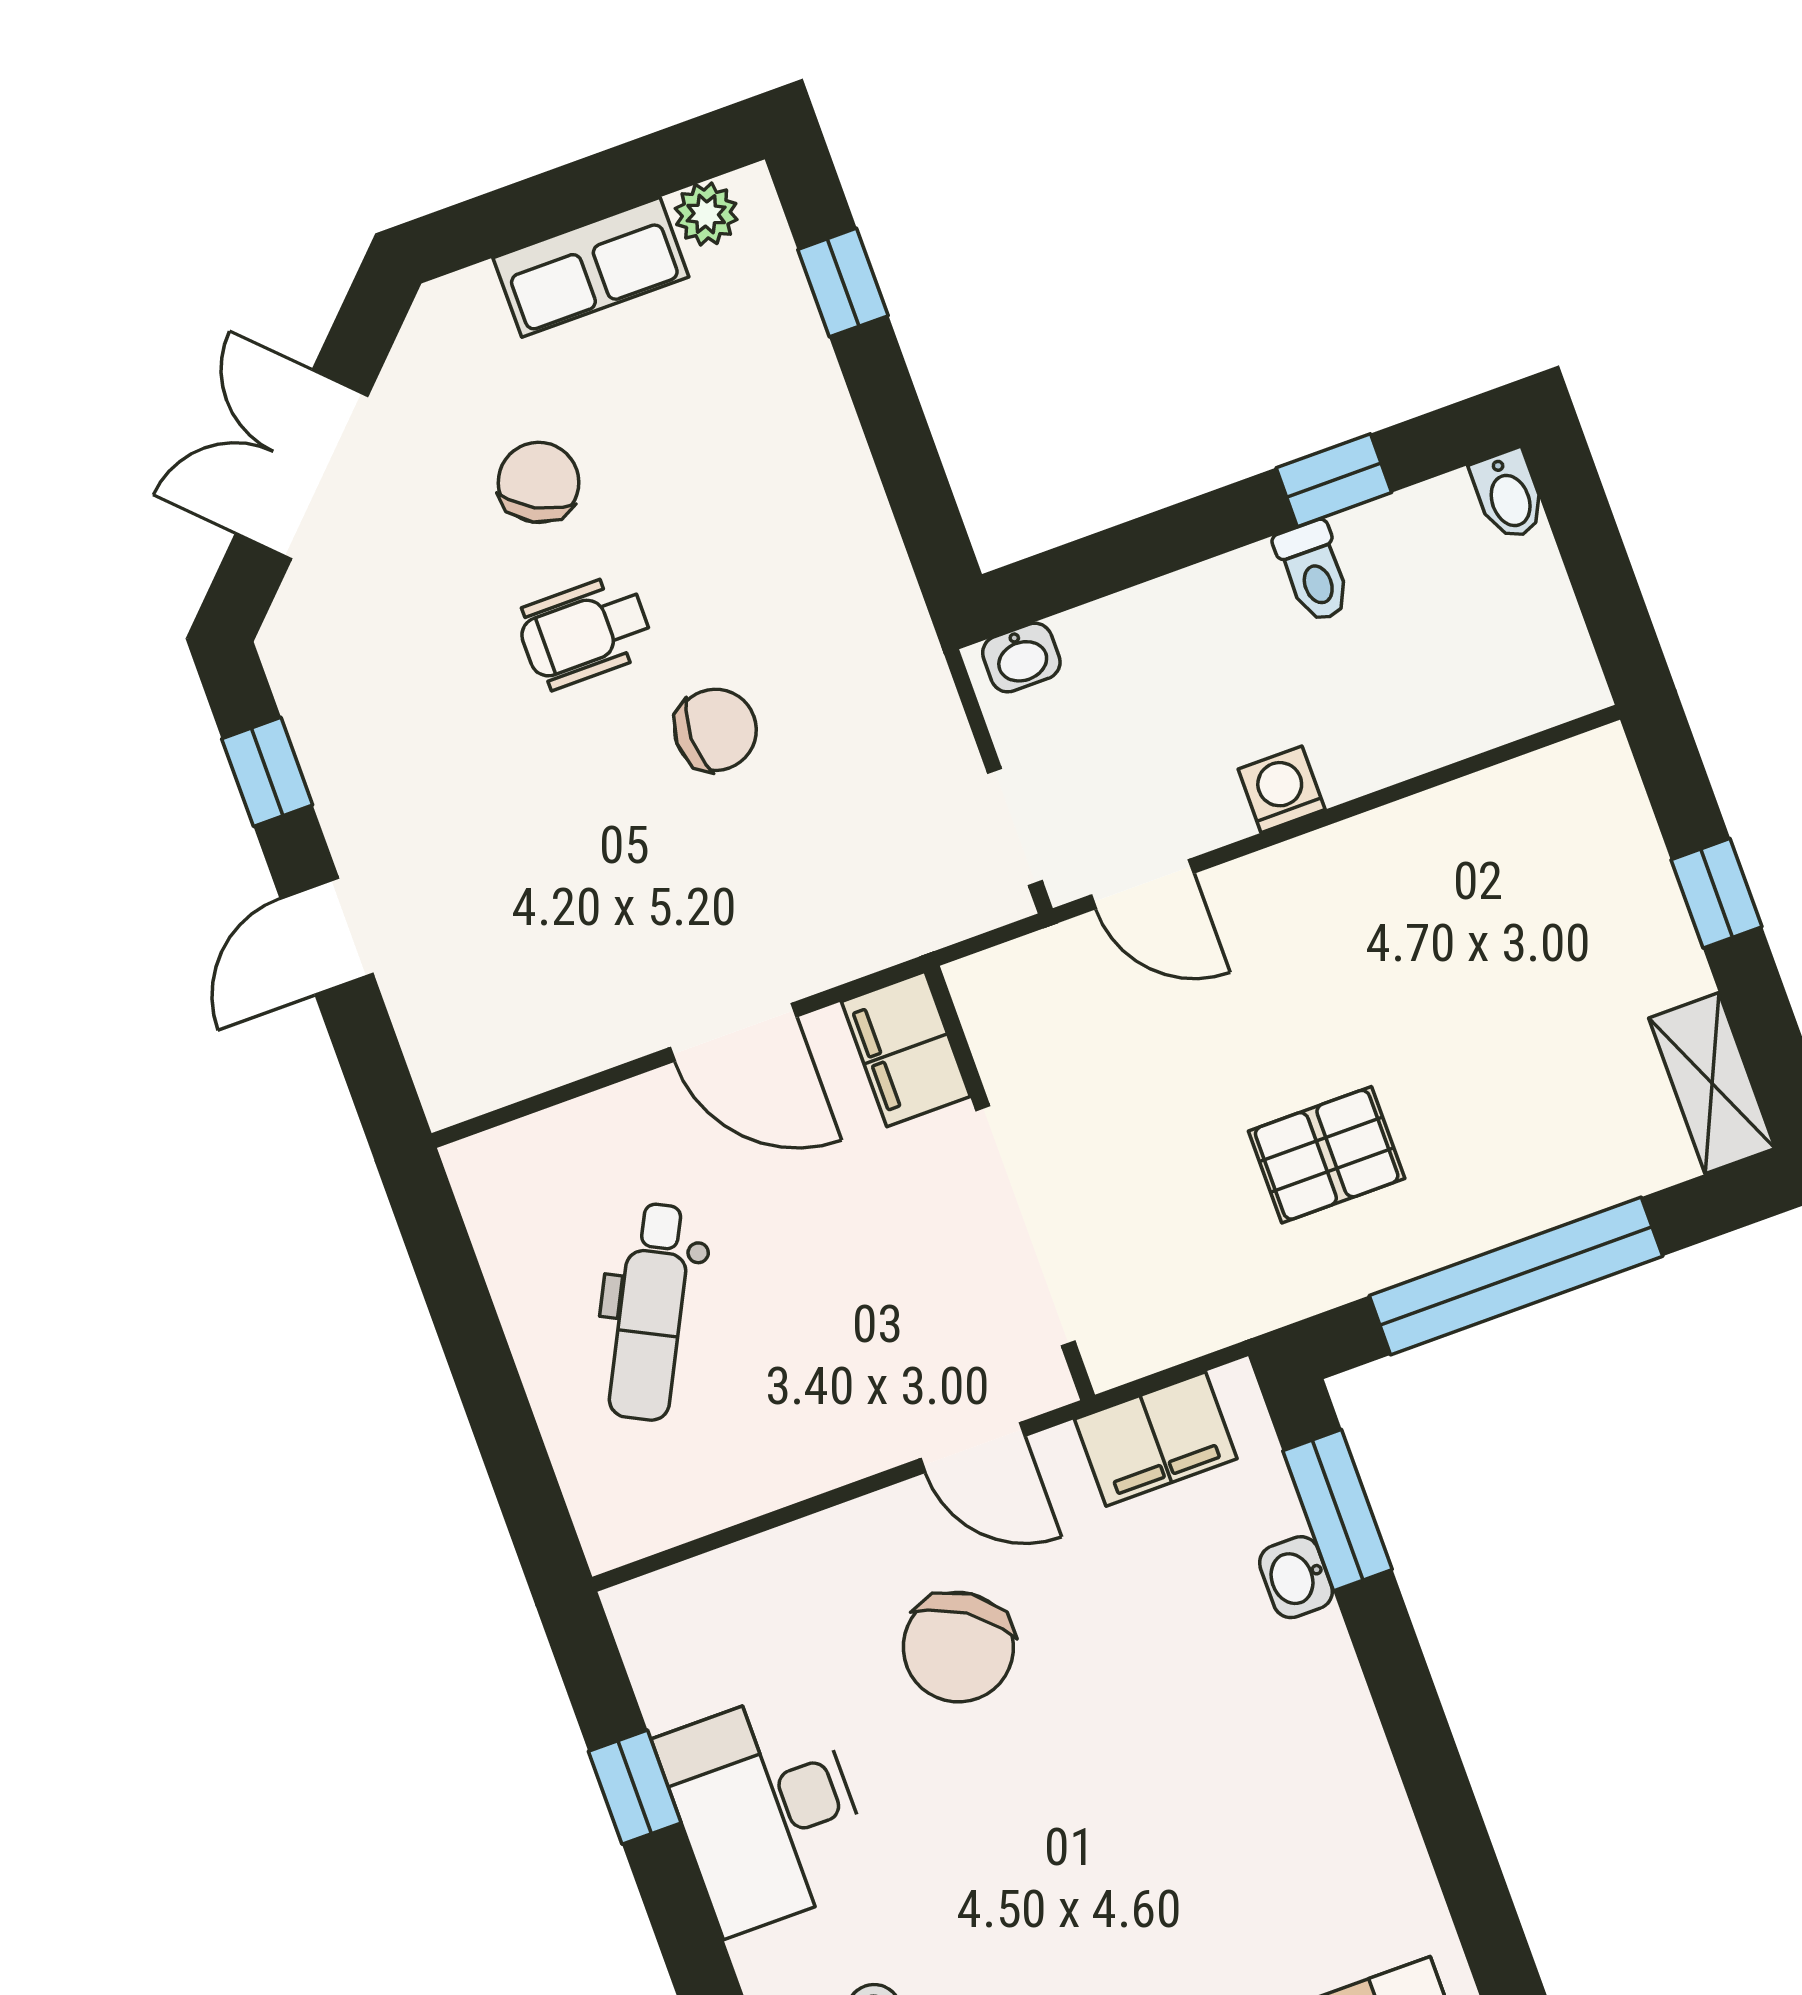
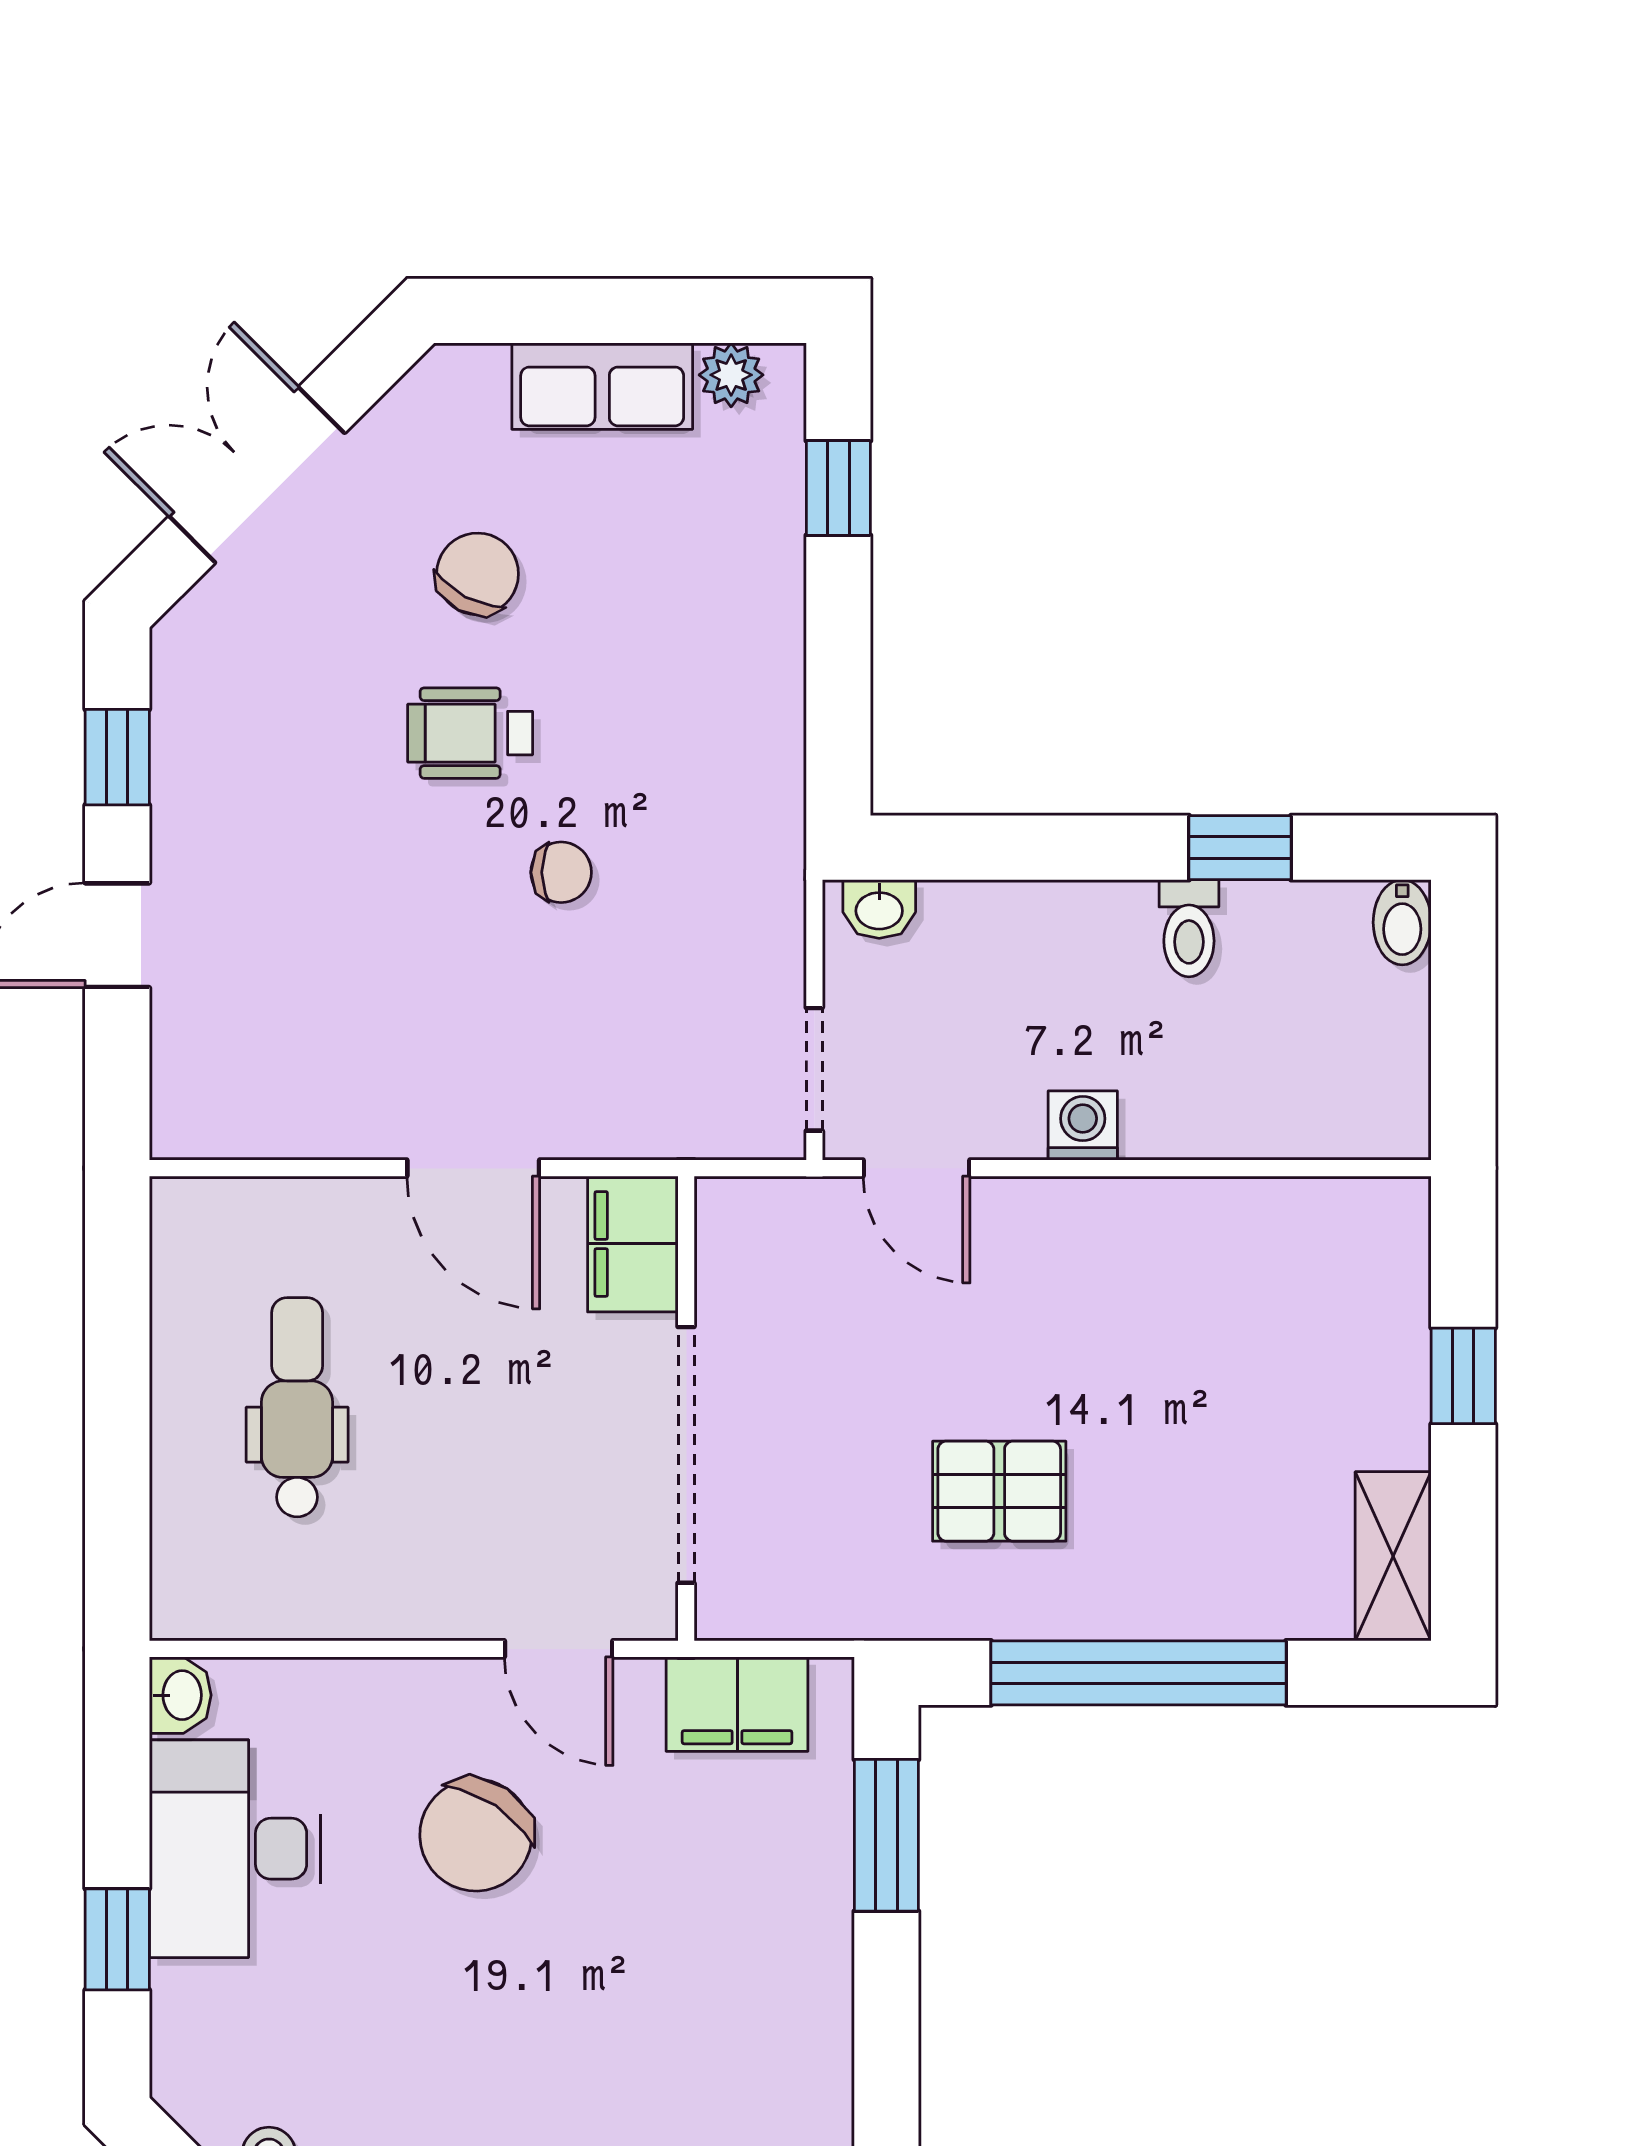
chair: (715, 730) -> (561, 872), width x0.73, depth x0.73
dental chair: (650, 1312) -> (297, 1407), turned 153
washbasin: (1296, 1577) -> (180, 1695), moved, turned 180
window: (635, 1787) -> (117, 1939), moved
desk: (766, 1811) -> (235, 1849), moved

